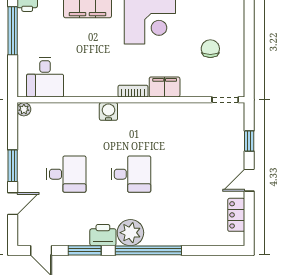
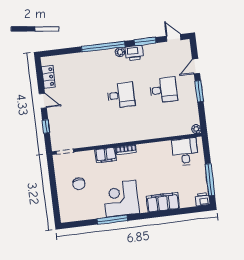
water cooler: (108, 111) -> (141, 134), removed
desk: (66, 174) -> (163, 90), turned 180
desk: (131, 174) -> (121, 95), turned 180
door: (249, 180) -> (43, 101), hinge flipped
plant: (130, 233) -> (120, 52), width x0.53, depth x0.53

